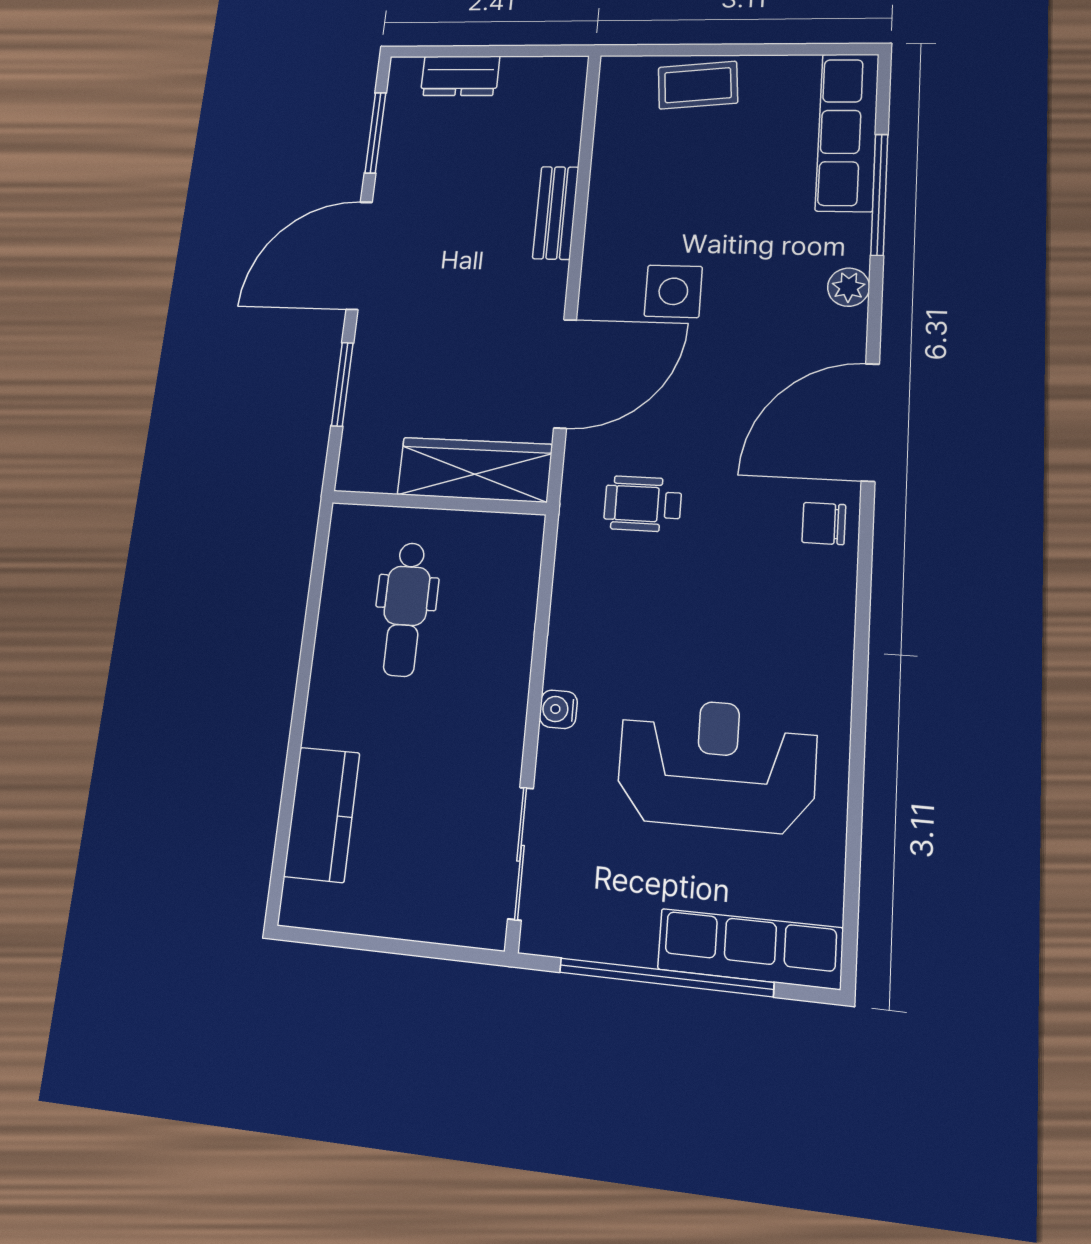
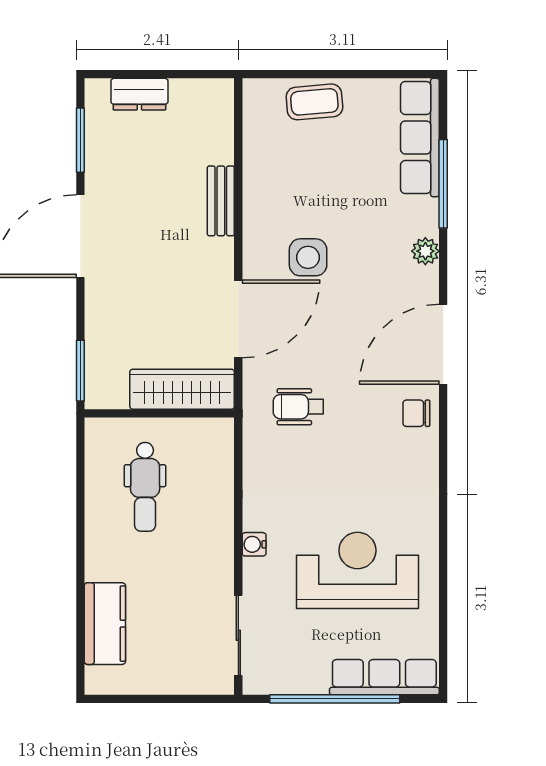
window: (342, 384) -> (80, 371), moved

